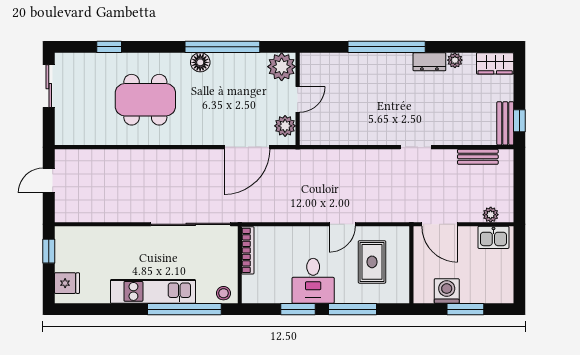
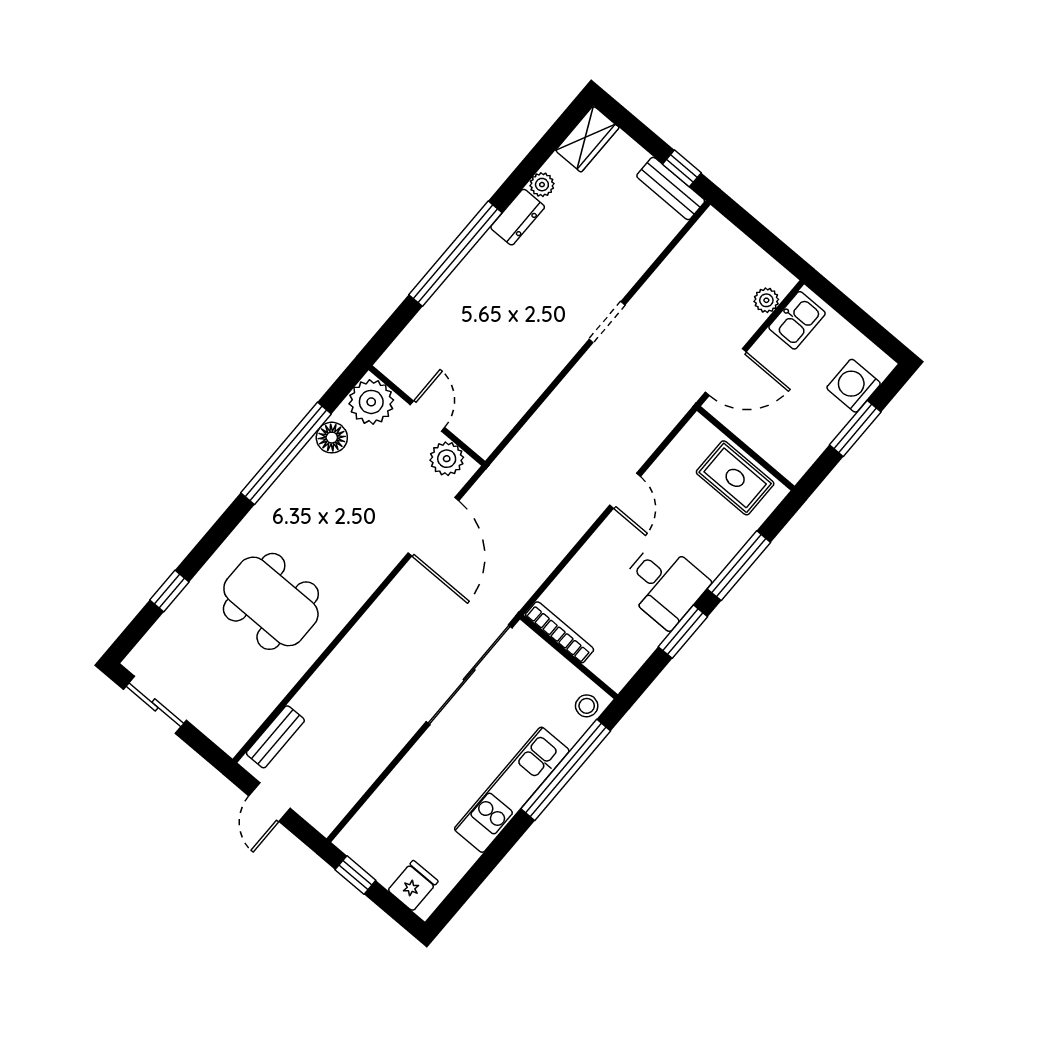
floor lamp: (200, 62) -> (332, 438), moved
dining table: (145, 100) -> (271, 601), turned 90
bench: (478, 157) -> (275, 737), moved
rug: (372, 262) -> (735, 478), moved
washing machine: (447, 291) -> (854, 386), moved

